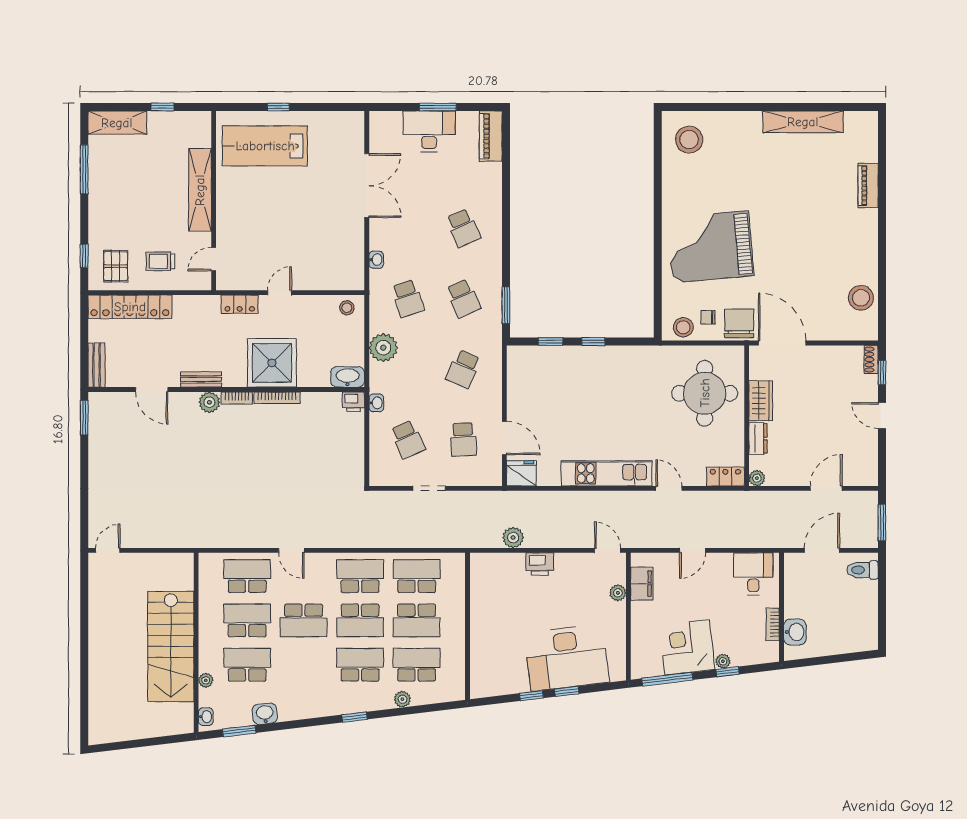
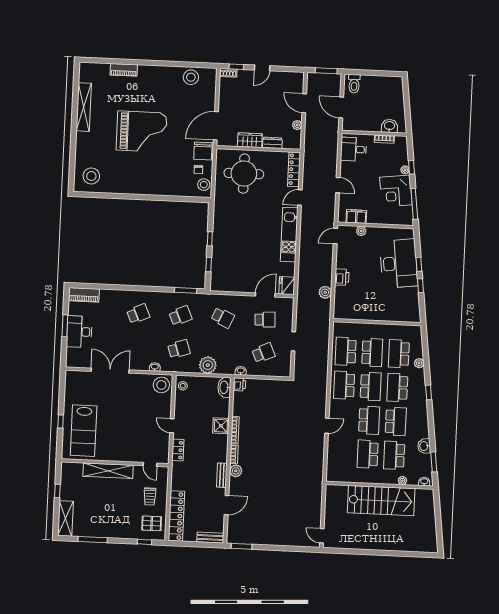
grand piano: (710, 247) -> (142, 132), moved, turned -85
stool: (347, 272) -> (161, 385), added
chair: (739, 323) -> (203, 151), turned -90
shower: (272, 363) -> (221, 426), width x0.54, depth x0.54
locker: (725, 477) -> (294, 169), width x1.53
plant: (757, 478) -> (297, 125), moved
school desk: (247, 576) -> (396, 421), moved, turned 180

